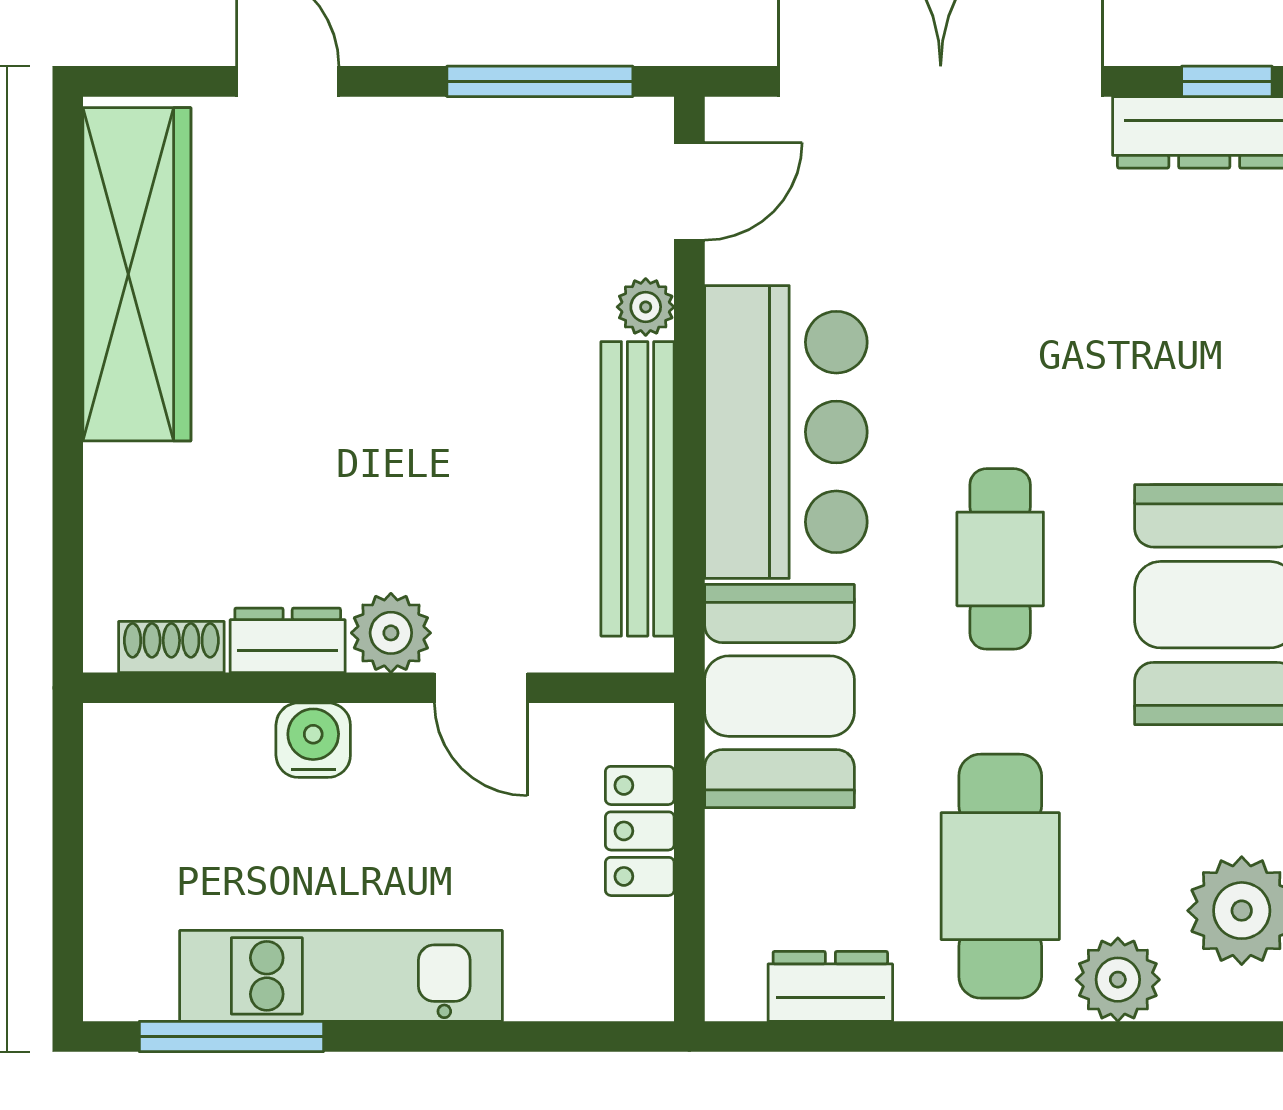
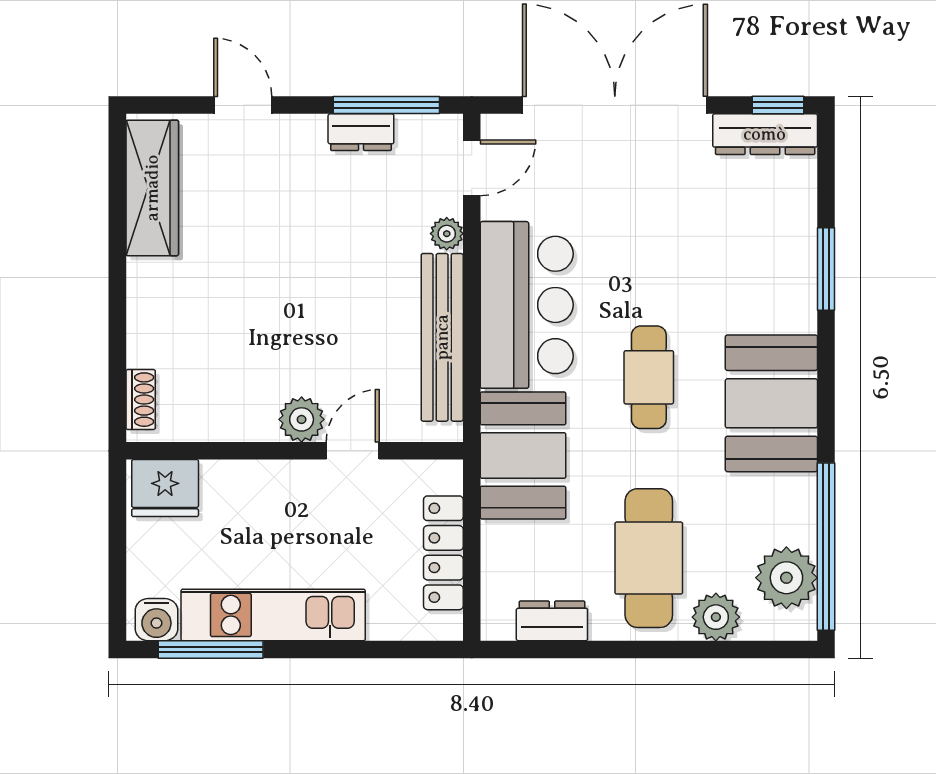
wardrobe: (137, 274) -> (152, 188), width x0.71, depth x0.85
dresser: (288, 640) -> (361, 132), moved, turned 180
shoe rack: (171, 647) -> (141, 400), moved, turned 90
door: (481, 688) -> (353, 451), swing flipped
water cooler: (313, 740) -> (156, 620), moved, turned 180
fridge: (151, 753) -> (165, 488), added
locker: (640, 831) -> (443, 553), width x1.53

